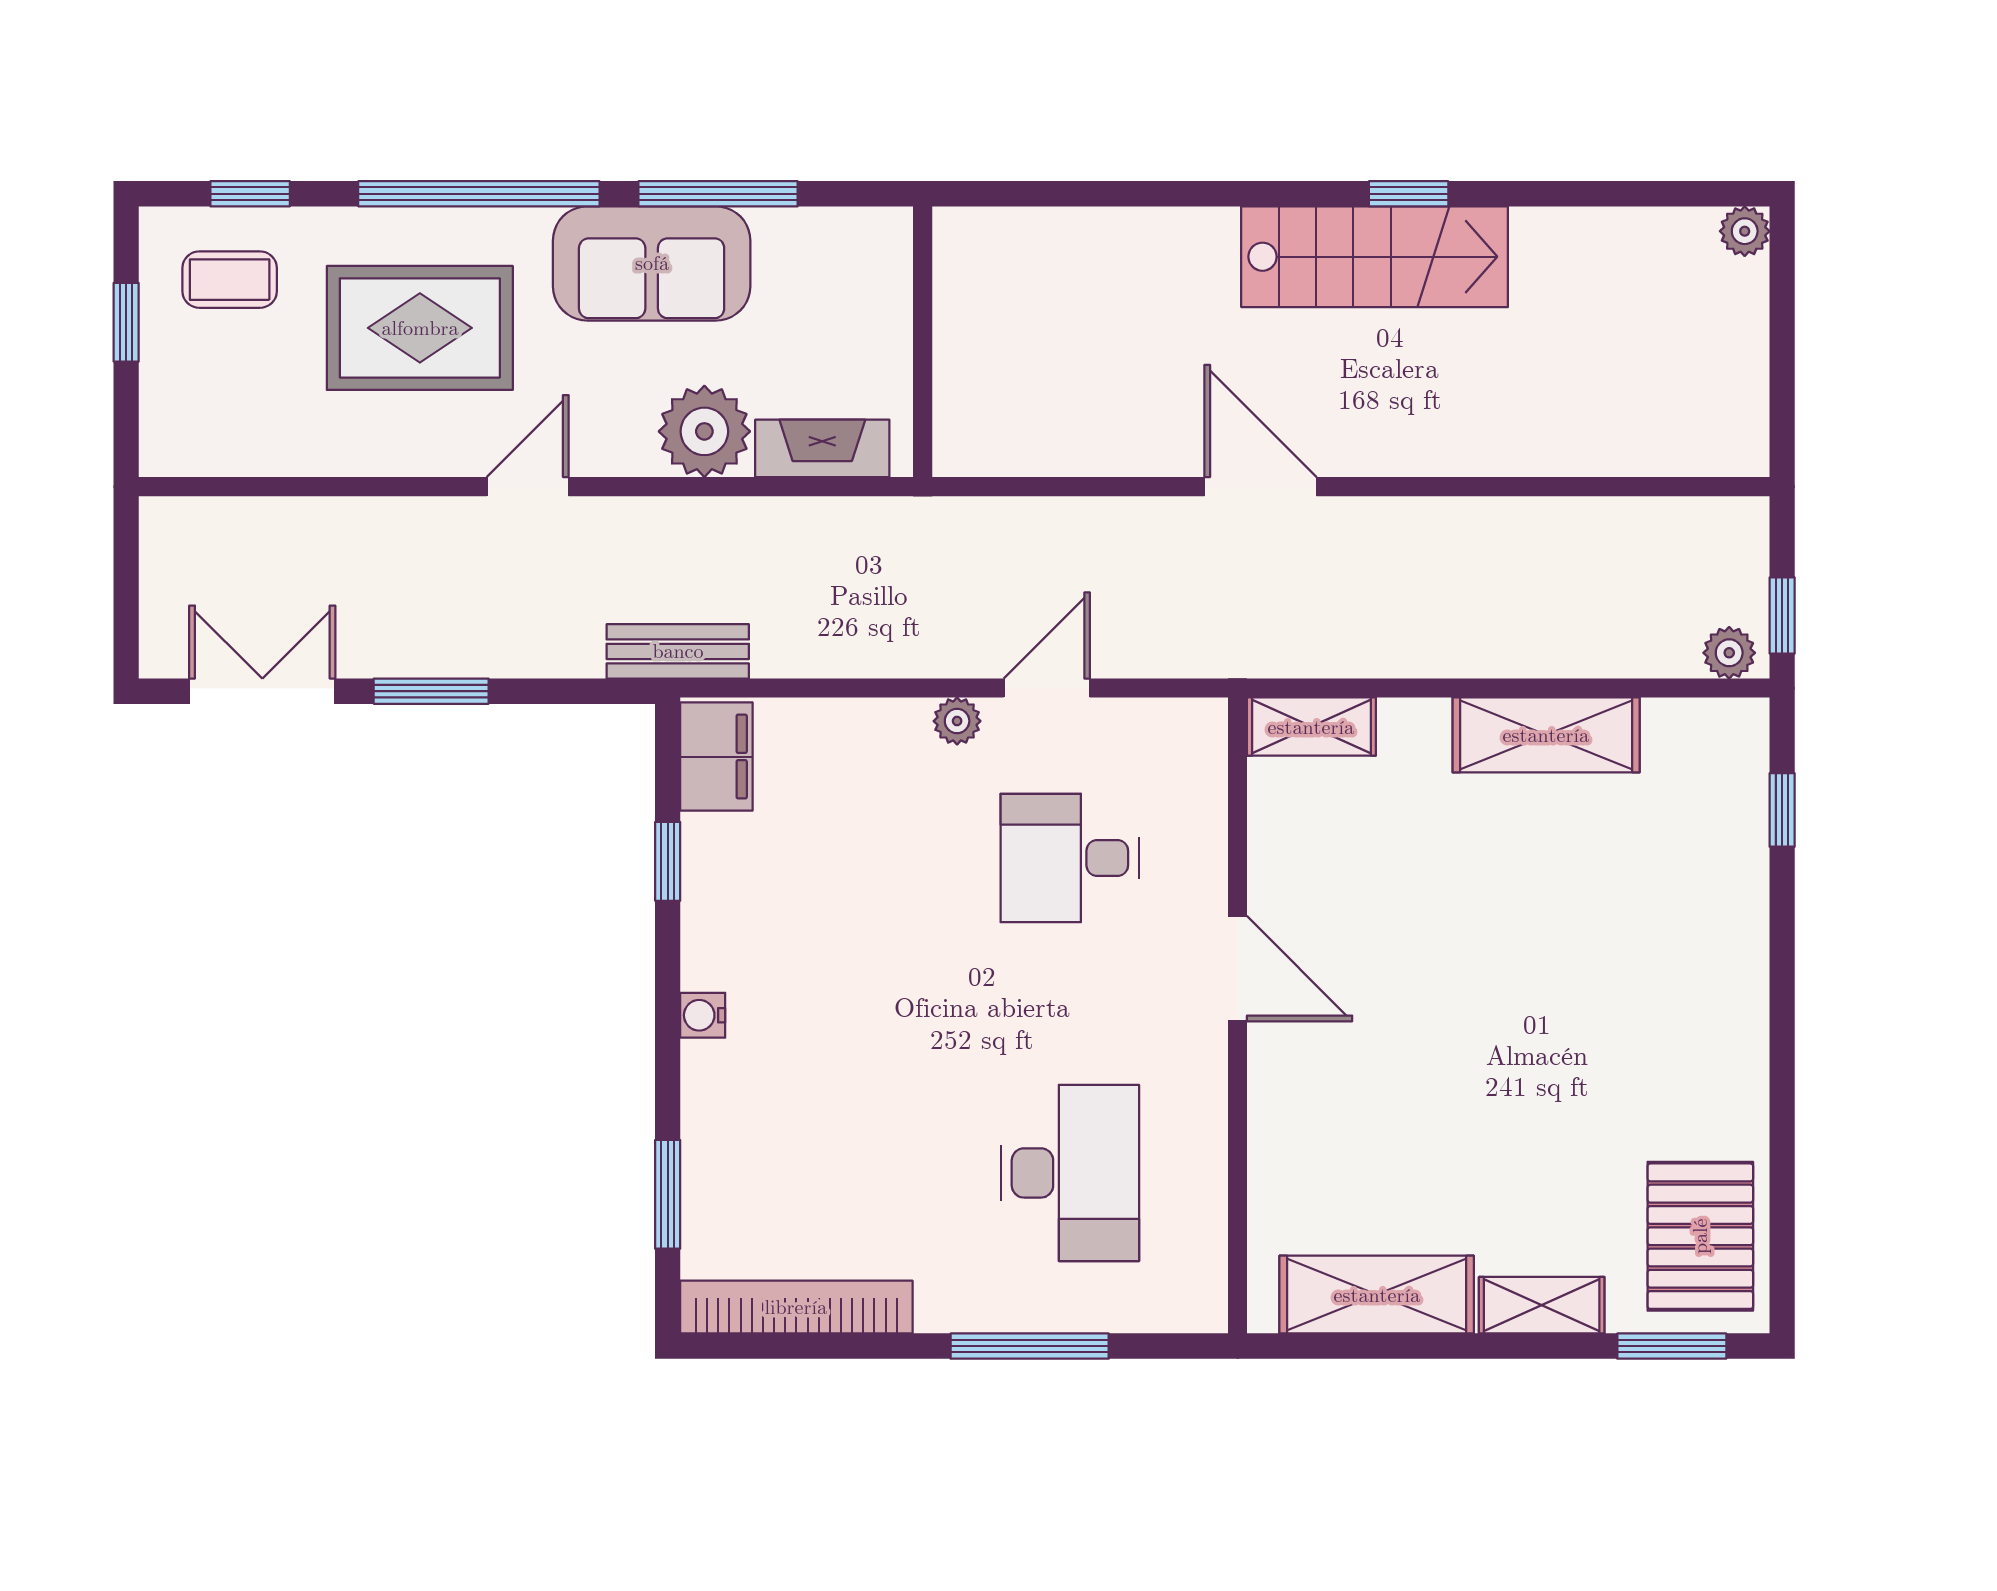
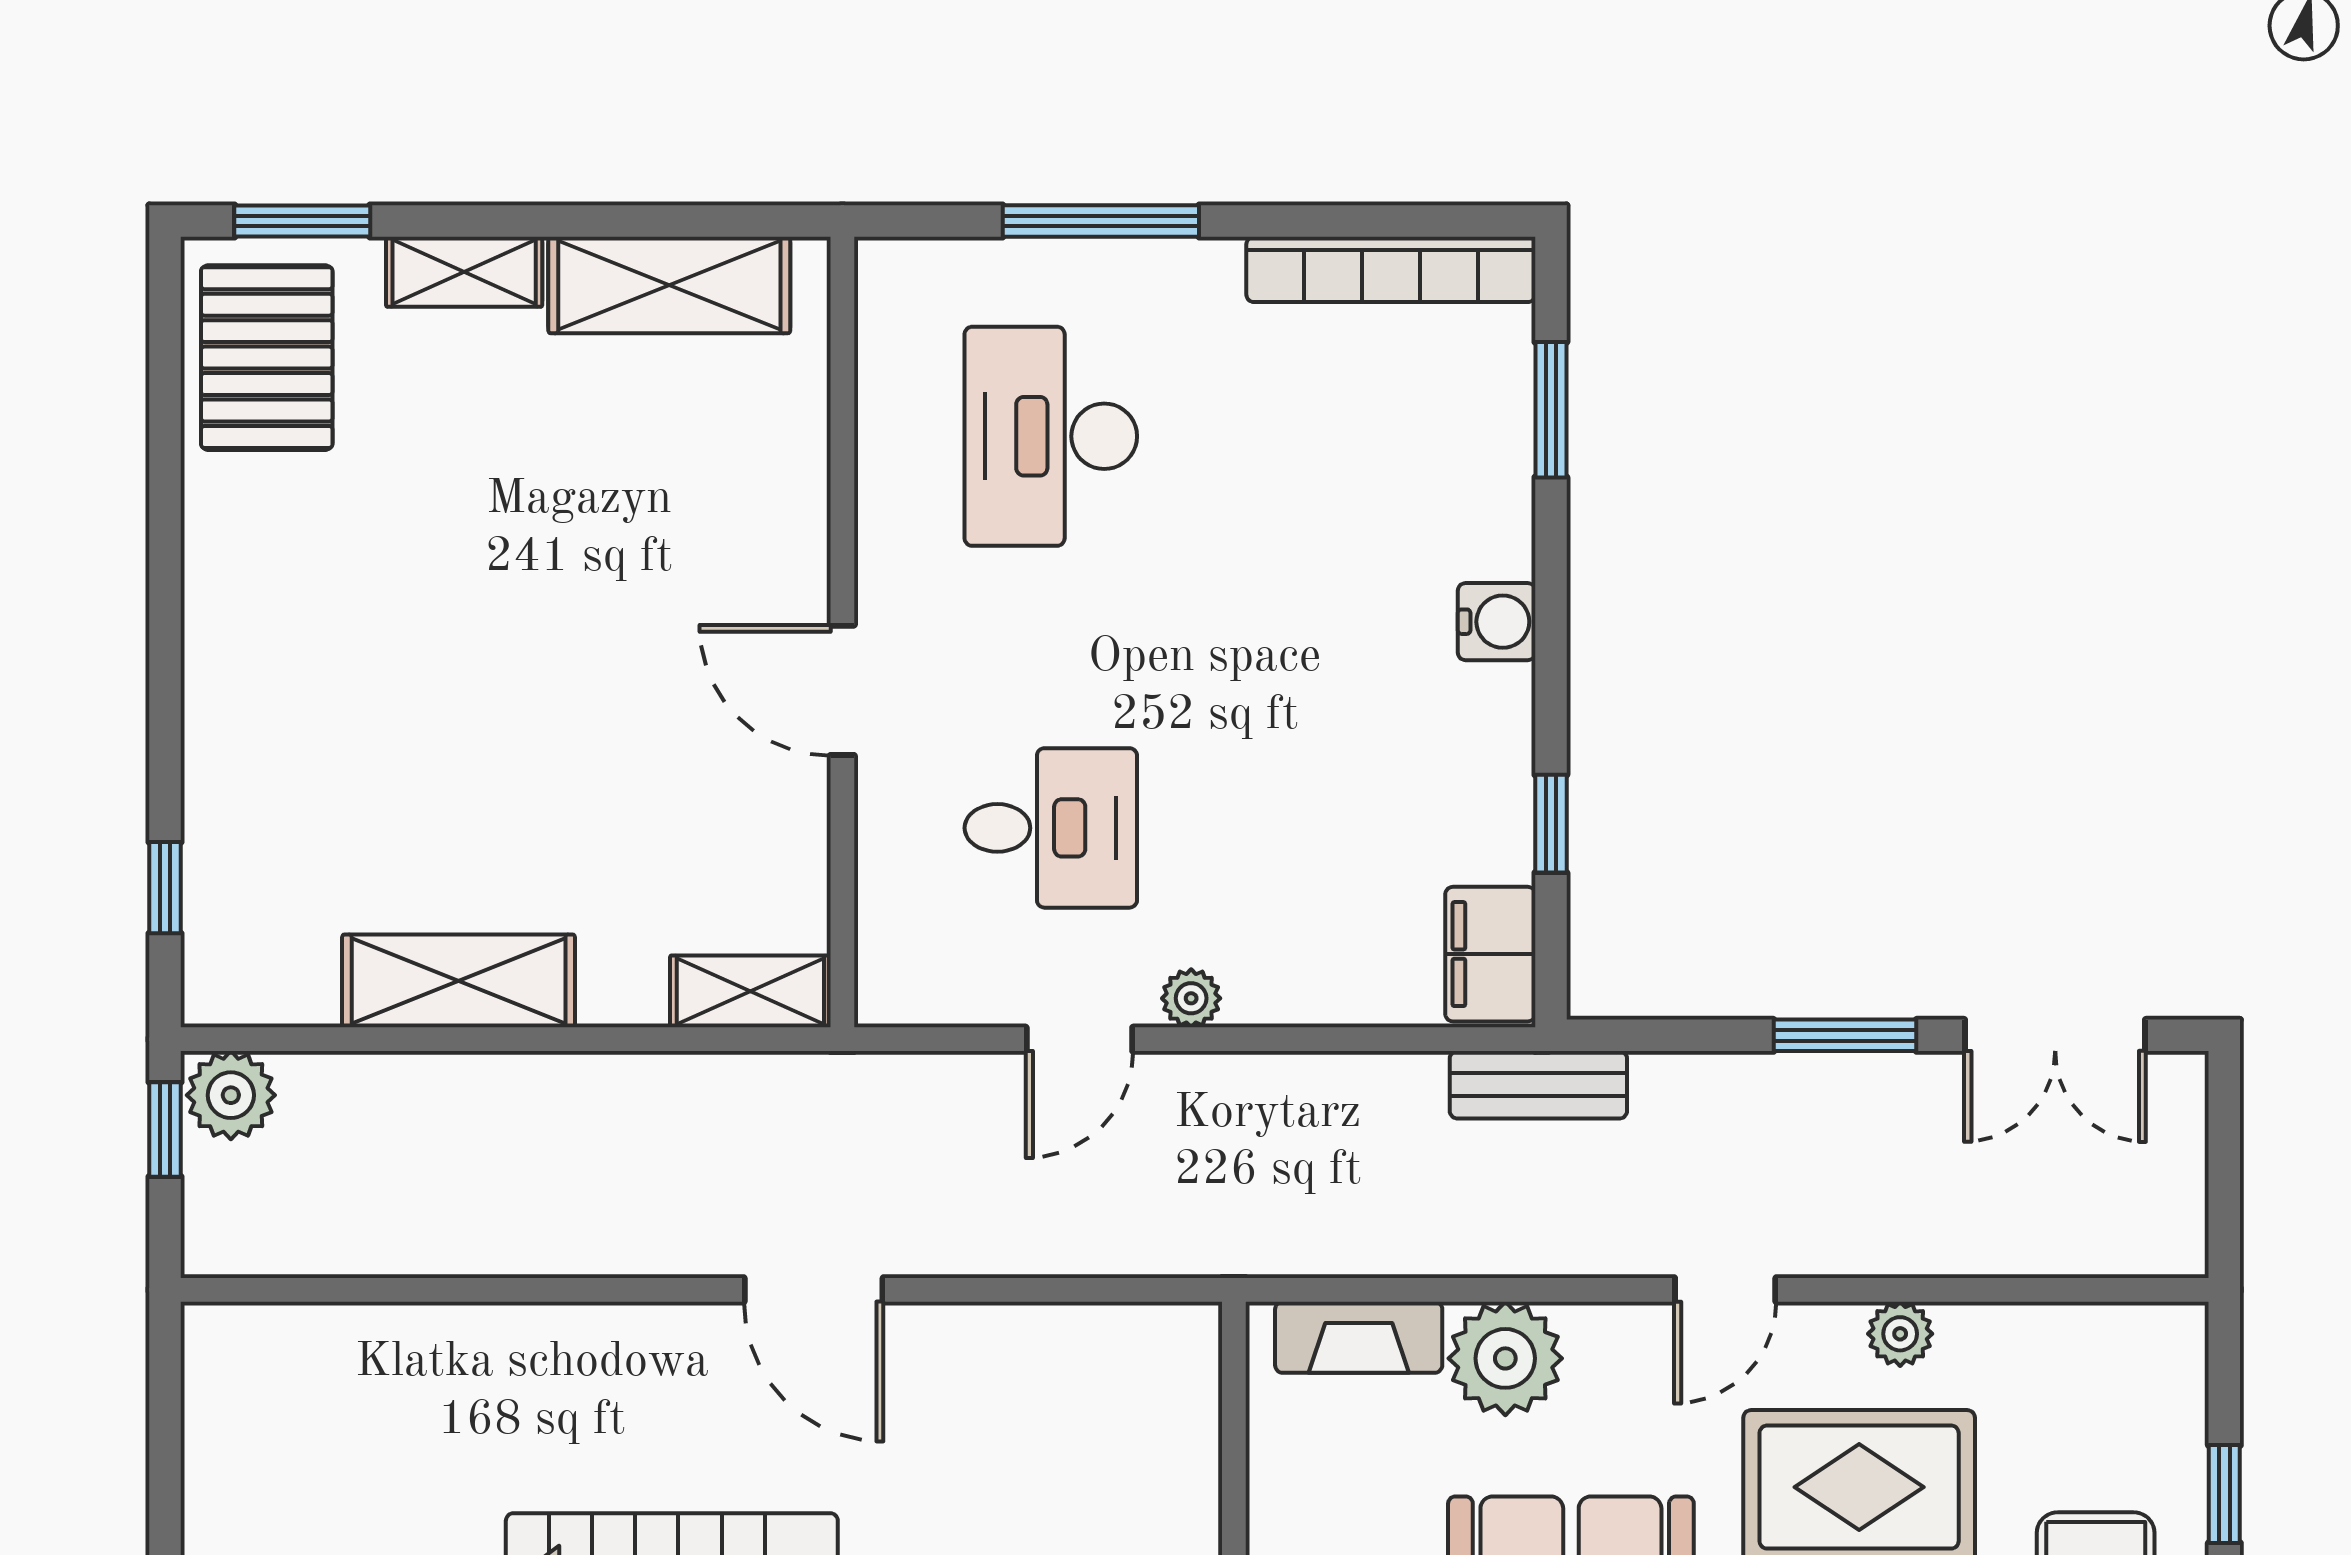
plant: (387, 451) -> (1900, 1334), added
plant: (1729, 653) -> (231, 1095), width x1.38, depth x1.38
water cooler: (703, 1015) -> (1497, 622), width x1.38, depth x1.38

